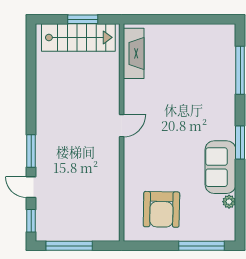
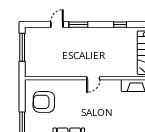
door: (122, 126) -> (93, 78), hinge flipped
window: (31, 221) -> (120, 25), moved

